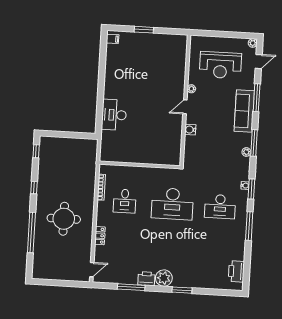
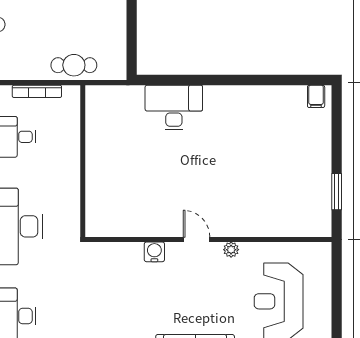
window: (144, 30) -> (337, 192), moved
cafe table: (88, 167) -> (74, 65), added

